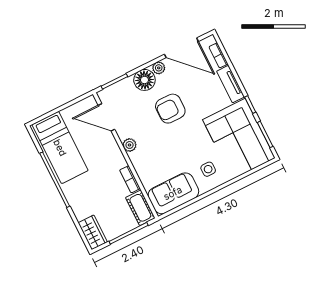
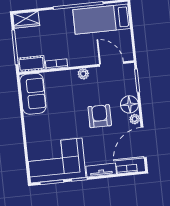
door: (106, 117) -> (112, 64), hinge flipped
side table: (208, 169) -> (42, 128), removed

